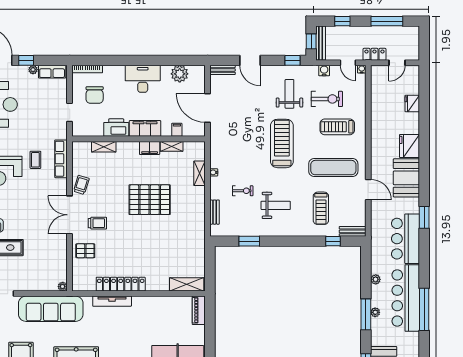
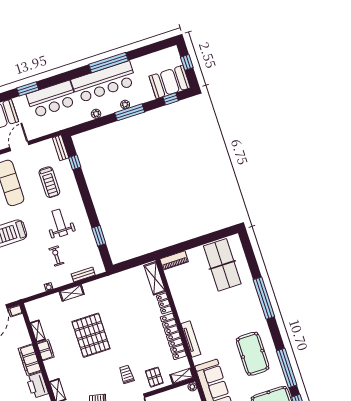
filing cabinet: (177, 130) -> (15, 311), moved
shelving: (200, 173) -> (72, 293), moved
treadmill: (321, 208) -> (49, 182), turned 90
shelving: (77, 279) -> (182, 376), added
locker: (158, 286) -> (164, 303), added

